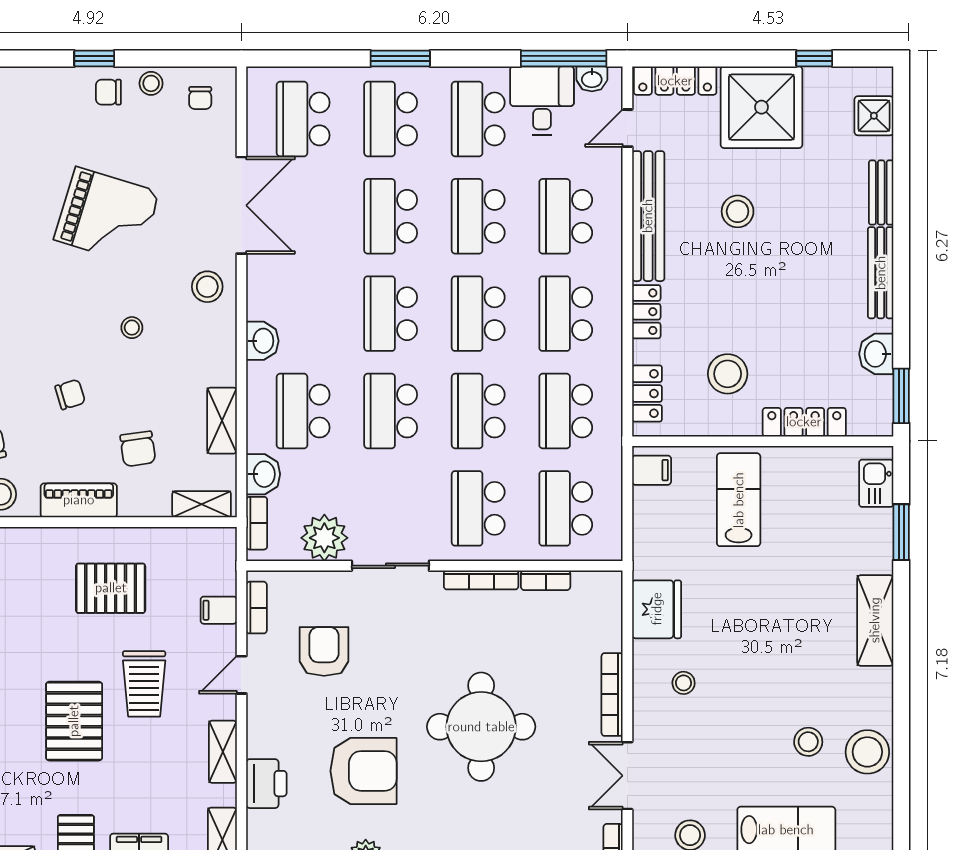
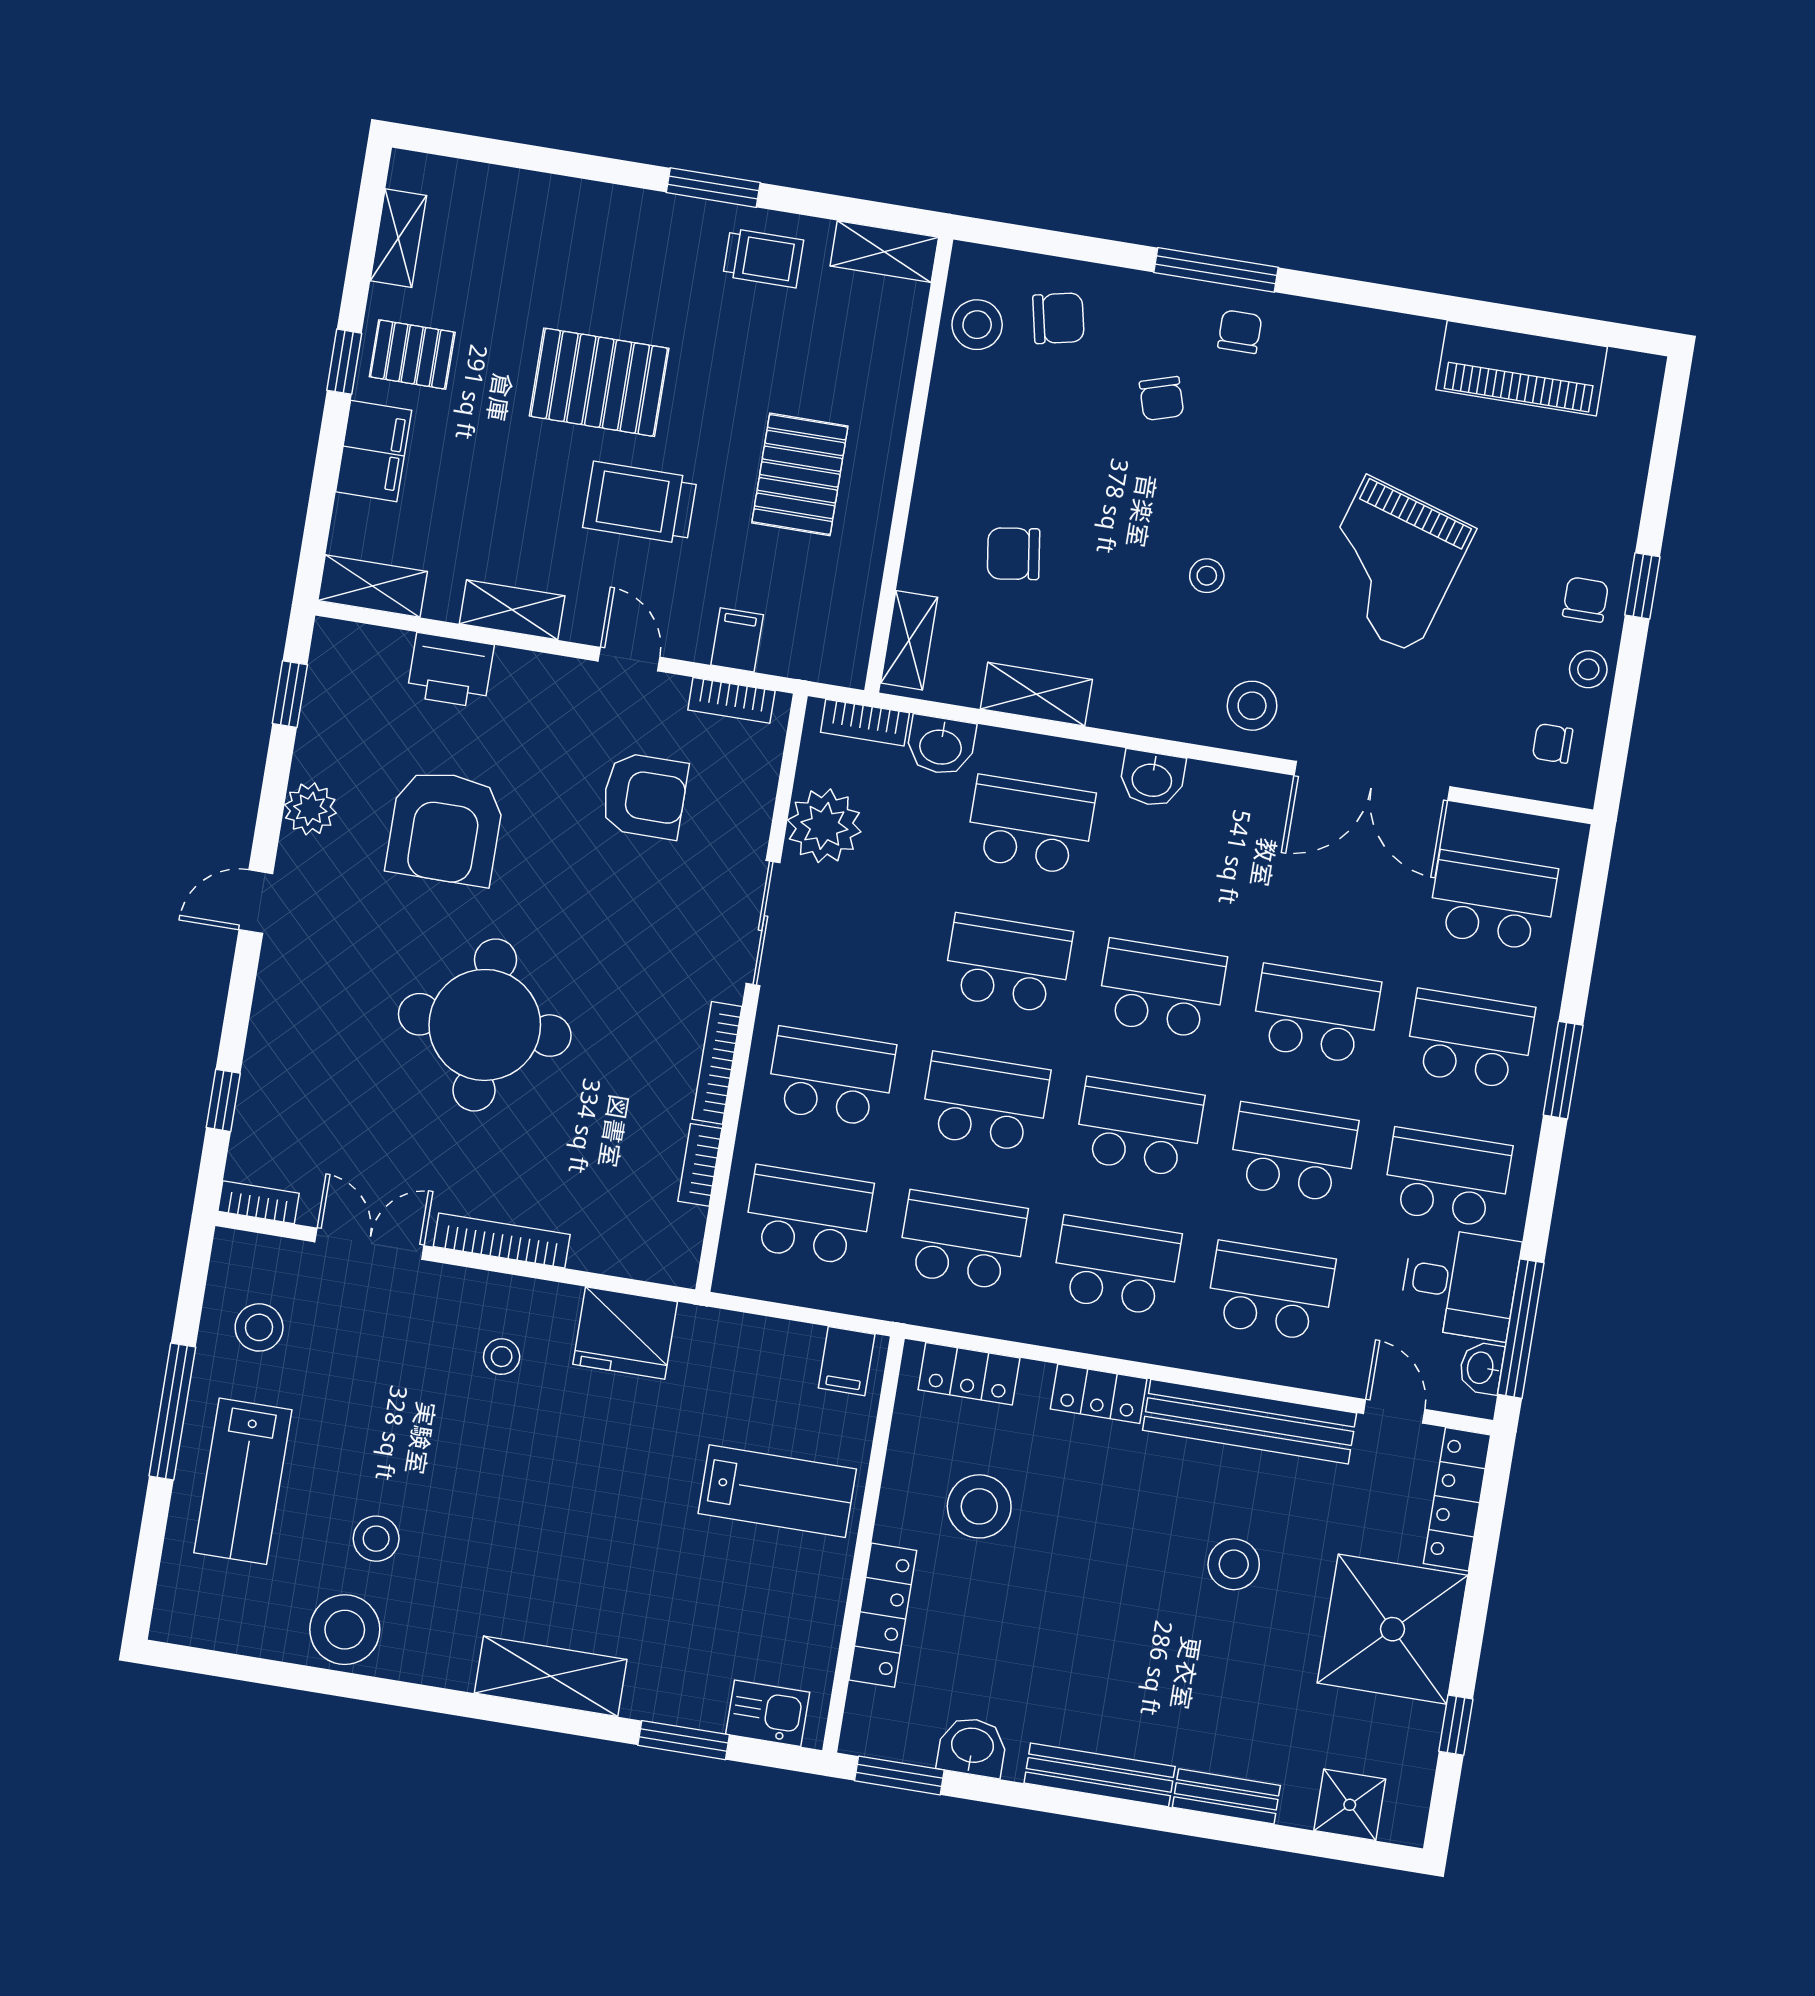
chair: (70, 394) -> (1162, 399), moved
piano: (79, 500) -> (947, 447), removed

